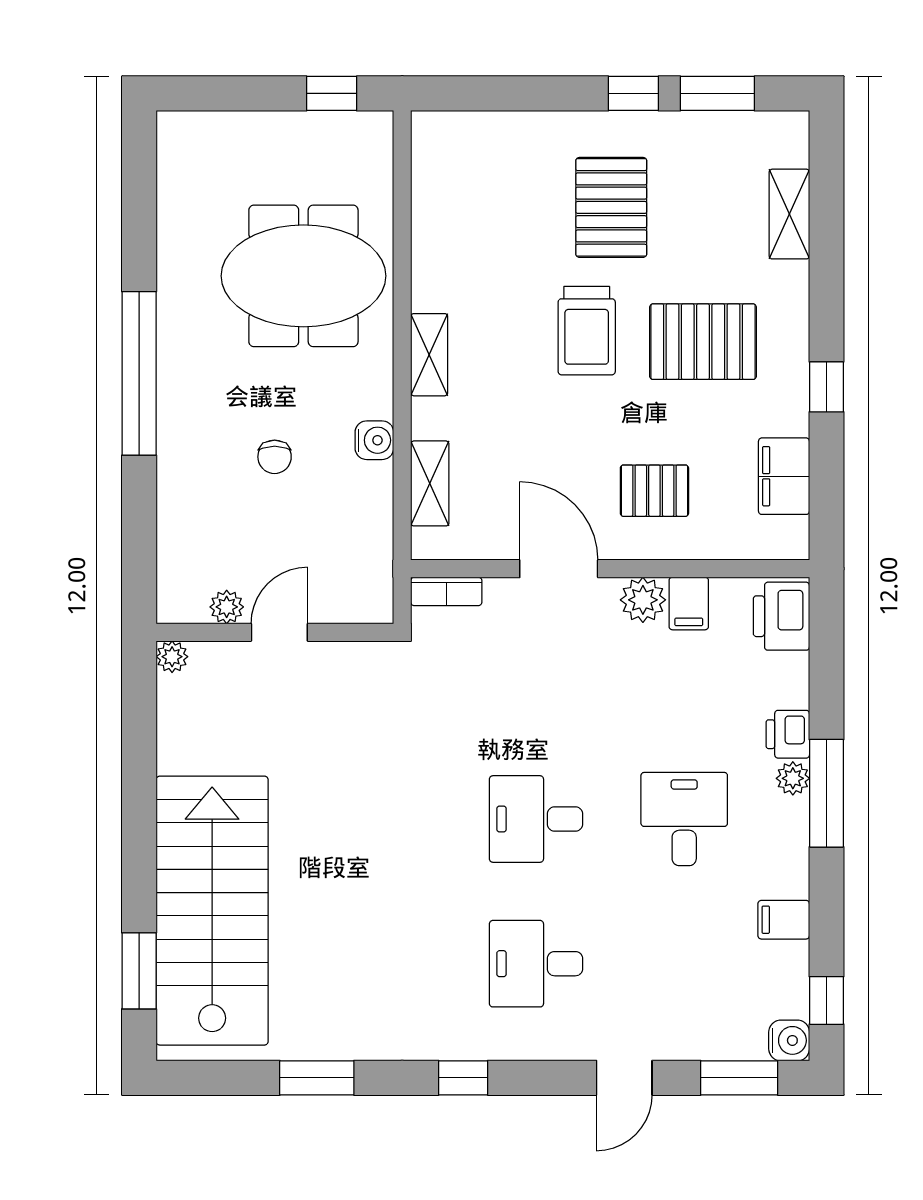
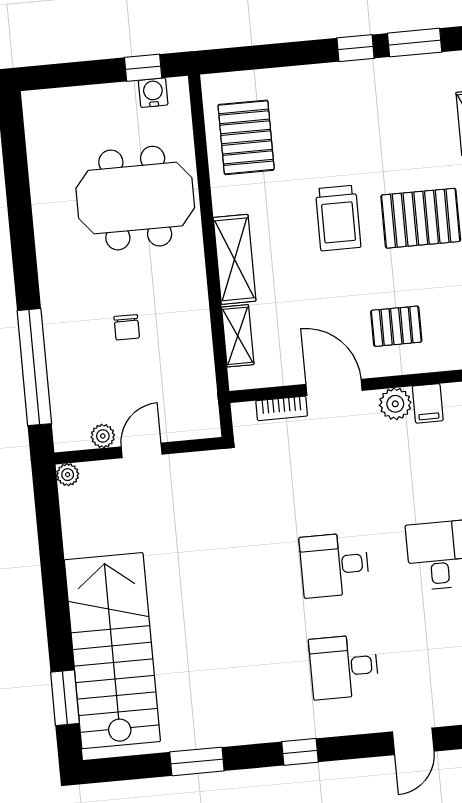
pallet: (611, 207) -> (246, 137), moved
shelving: (429, 355) -> (235, 259), width x1.50, depth x1.33
window: (139, 373) -> (34, 367), moved
water cooler: (374, 440) -> (153, 93), moved, turned -90
bookcase: (446, 591) -> (282, 408), moved

